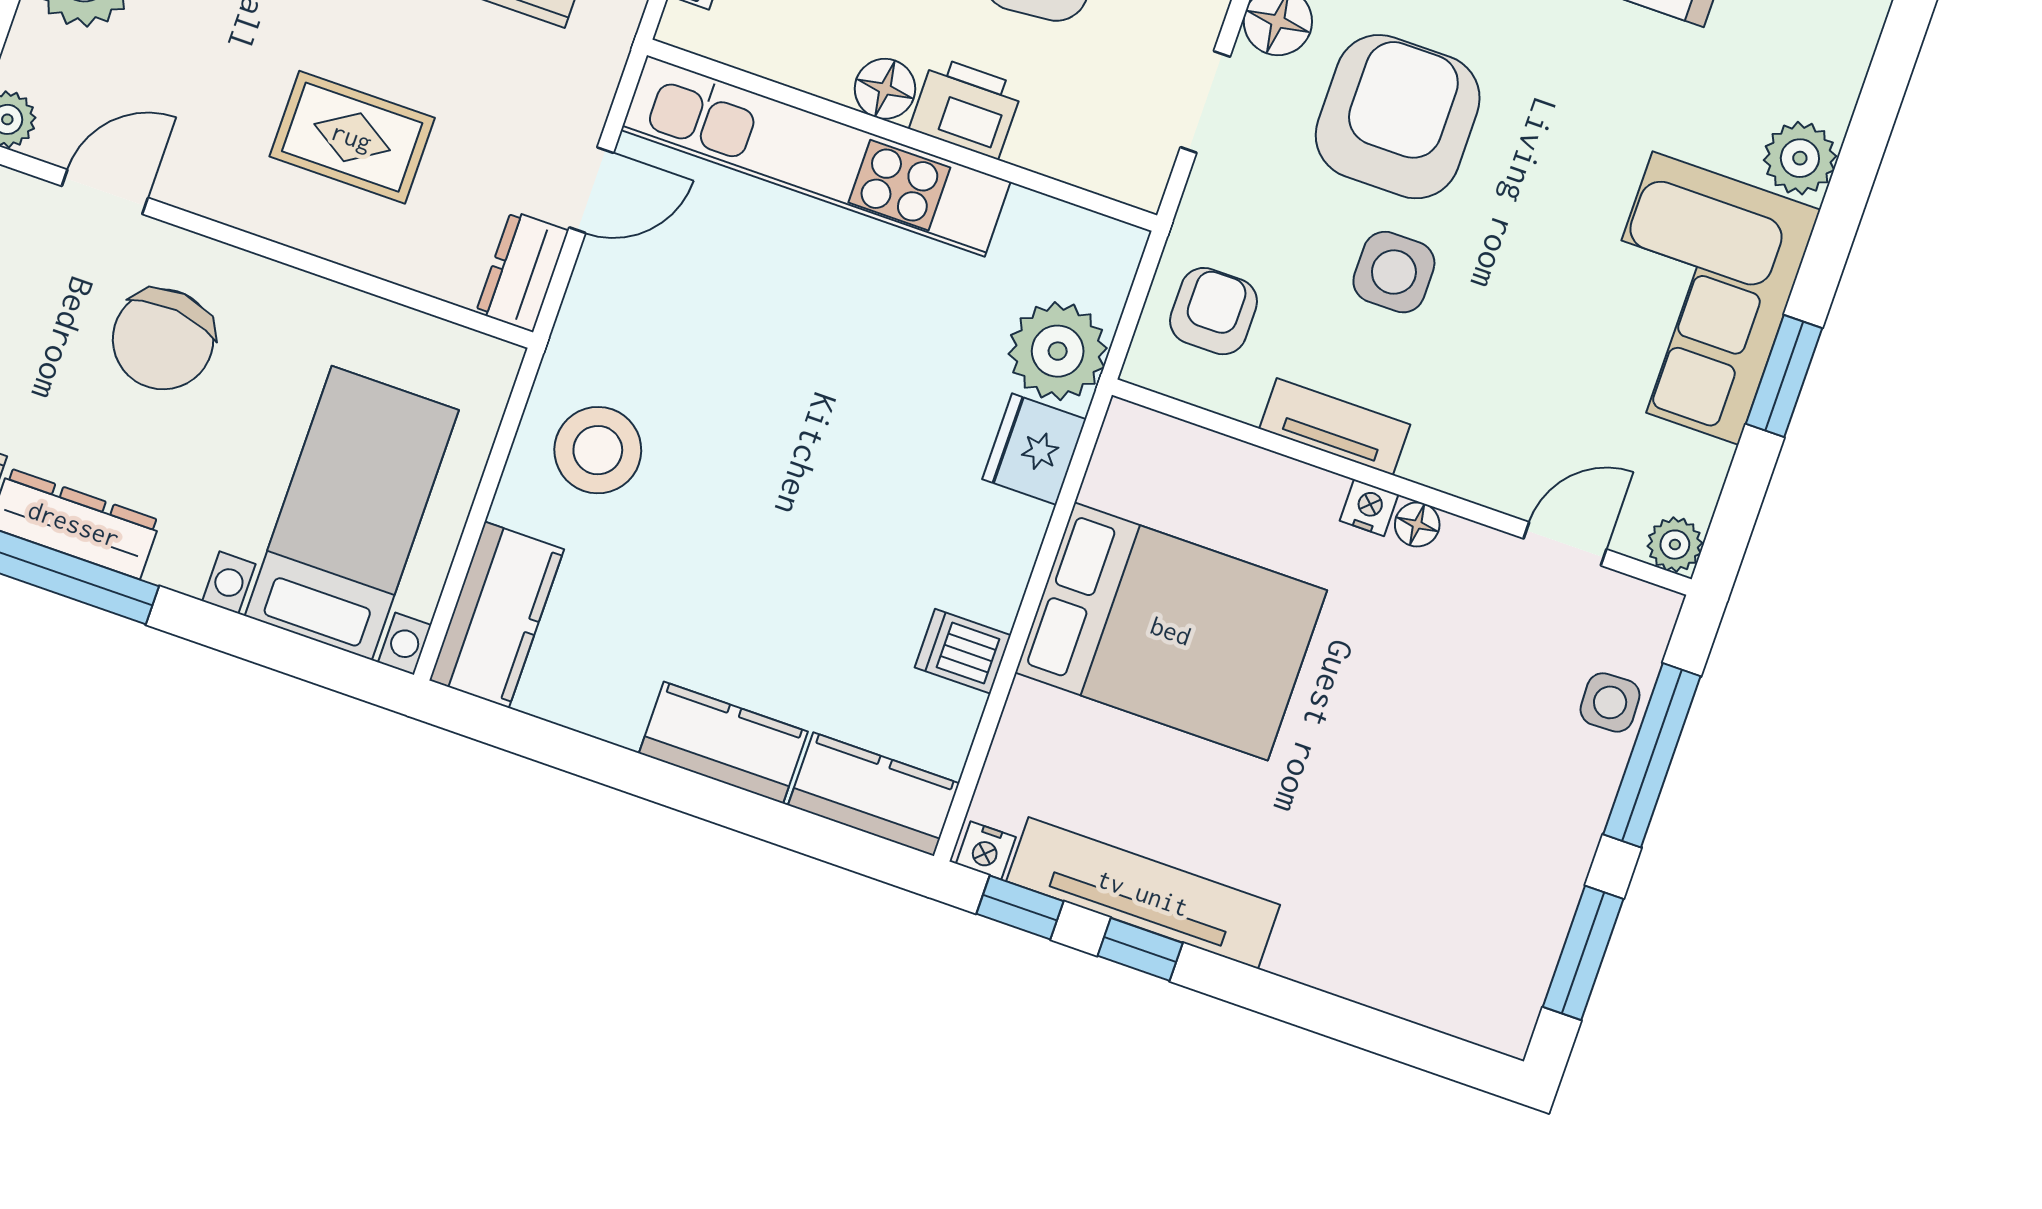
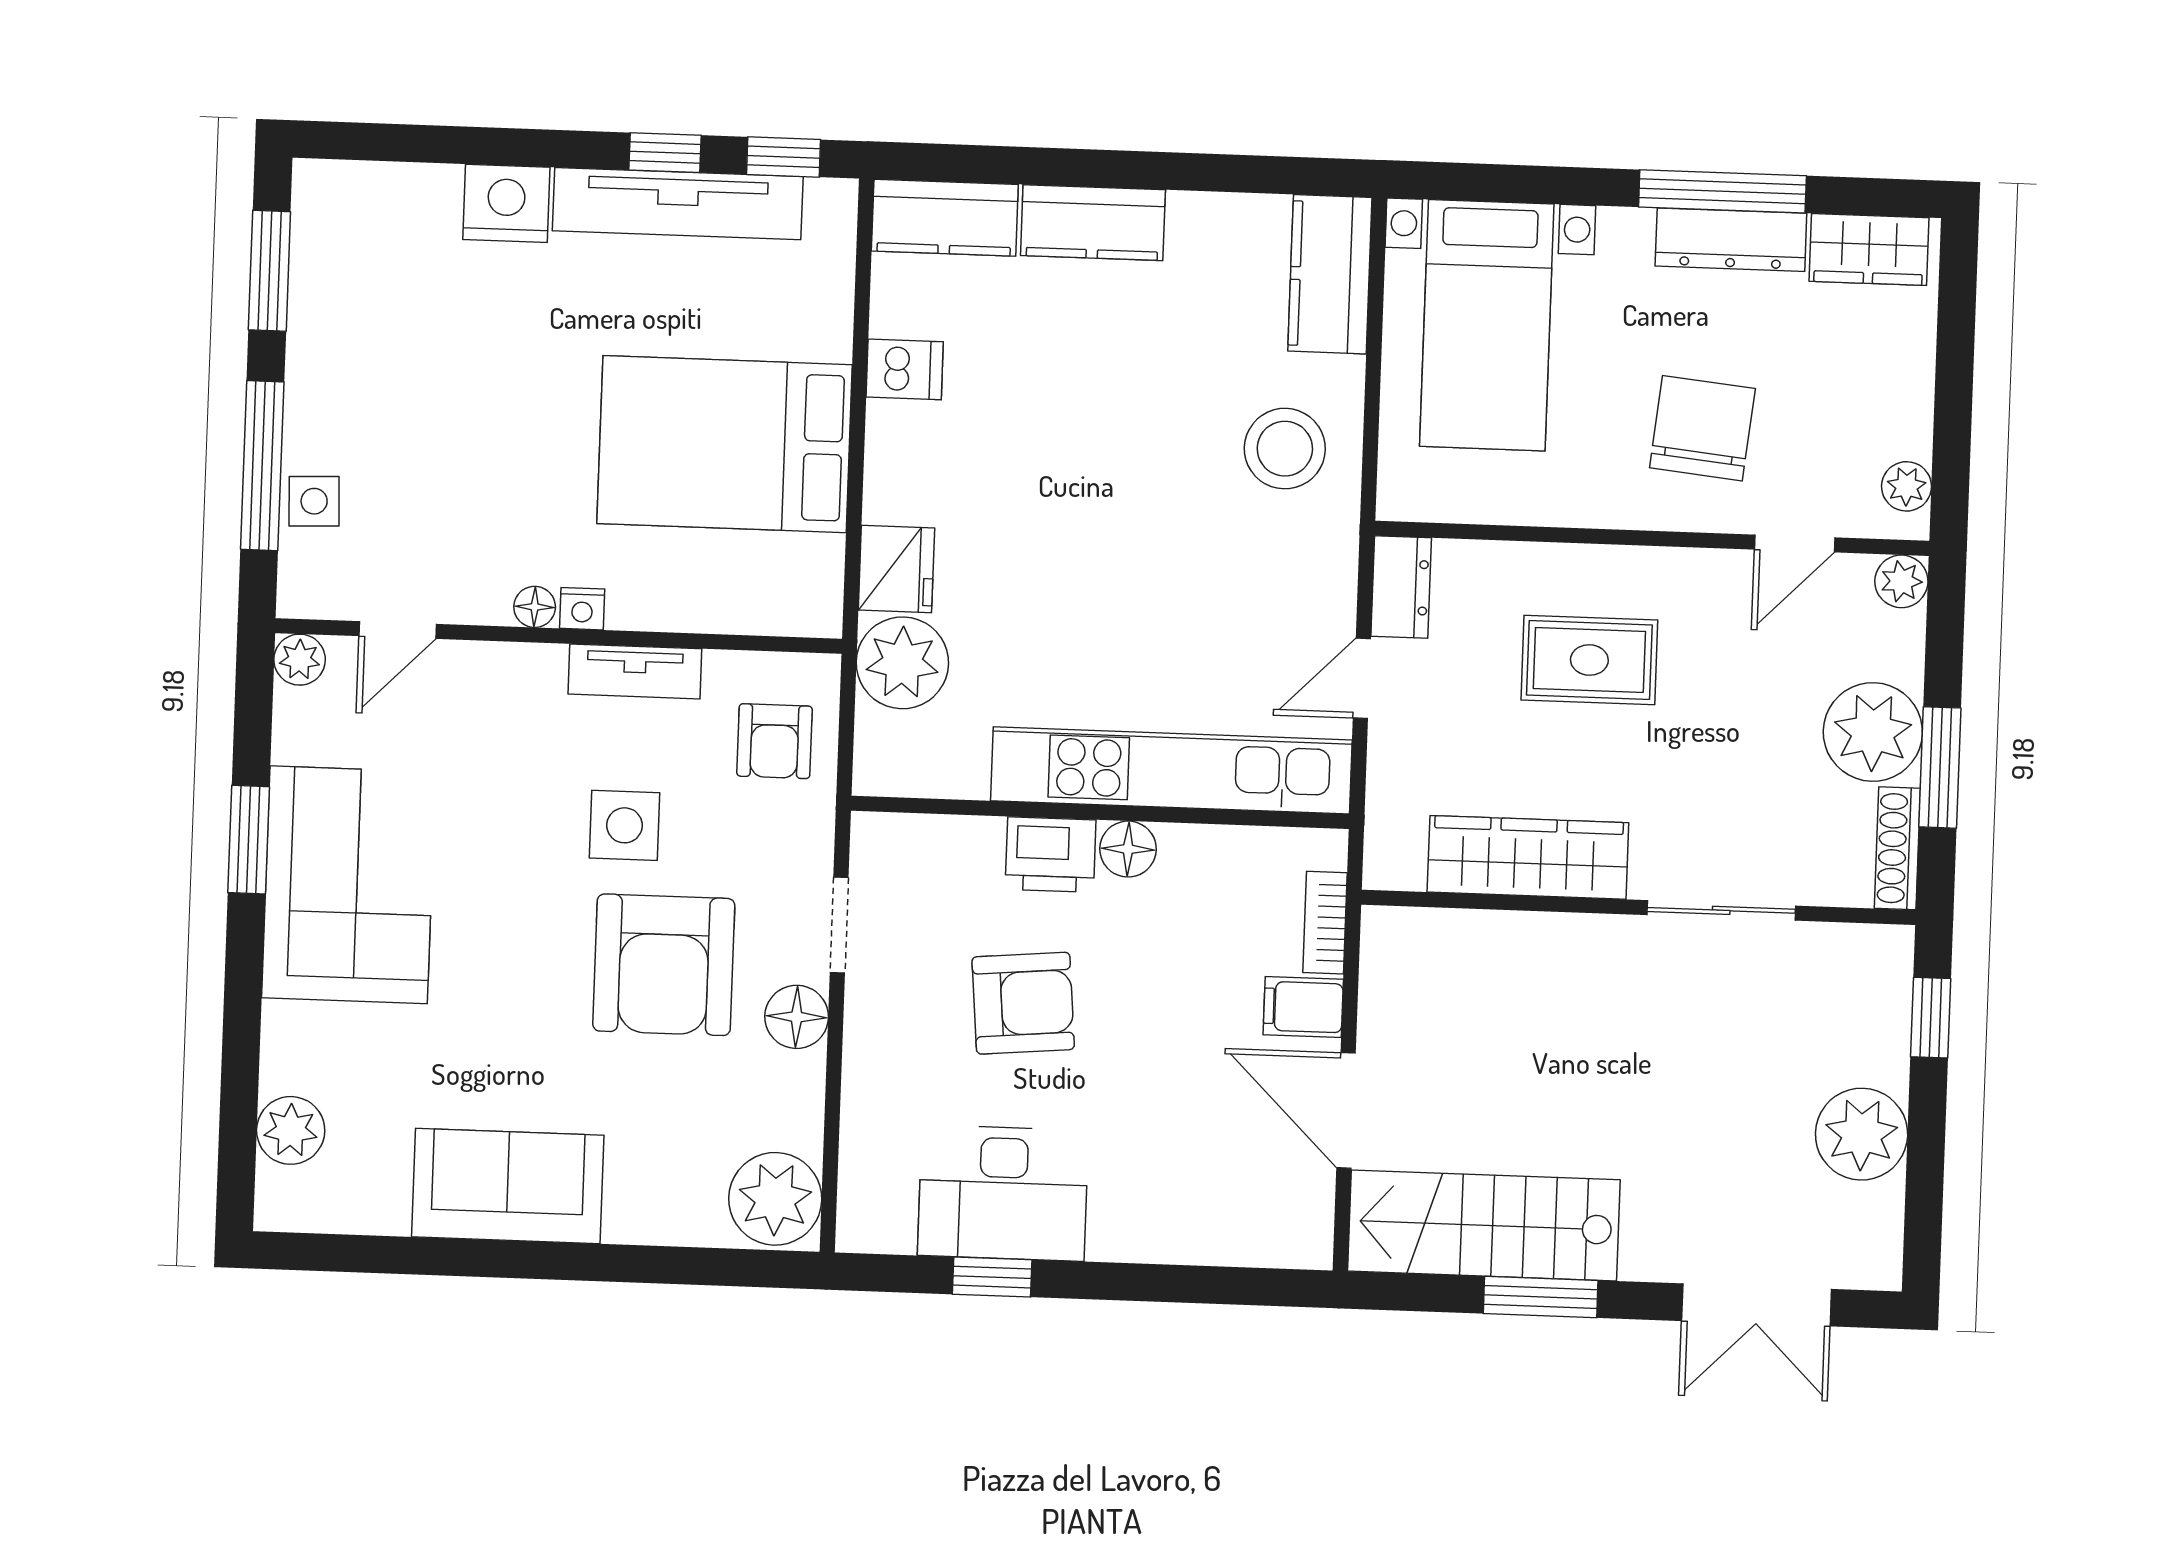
plant: (1800, 158) -> (291, 1130), moved
nightstand: (986, 850) -> (506, 203), moved, width x1.89, depth x1.79

